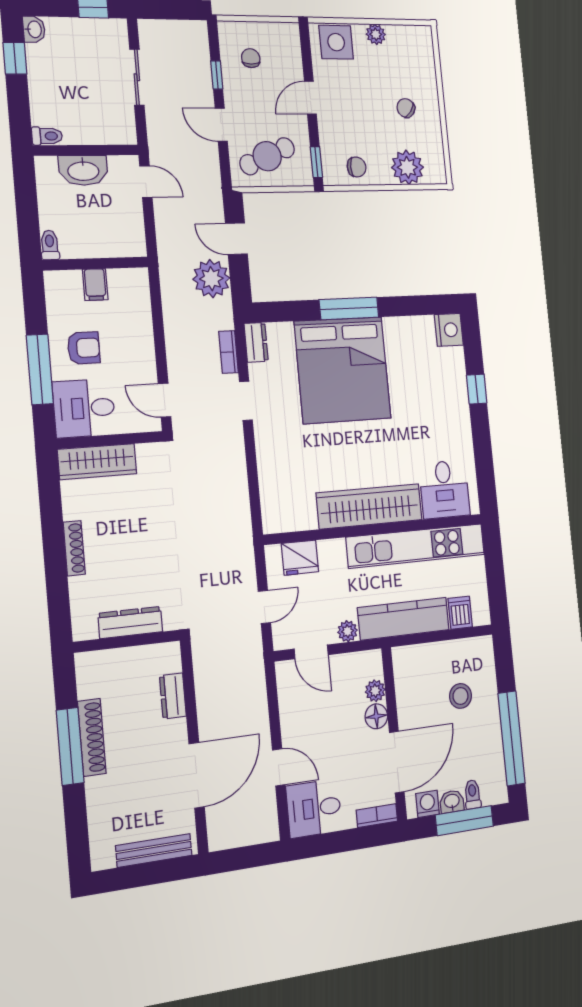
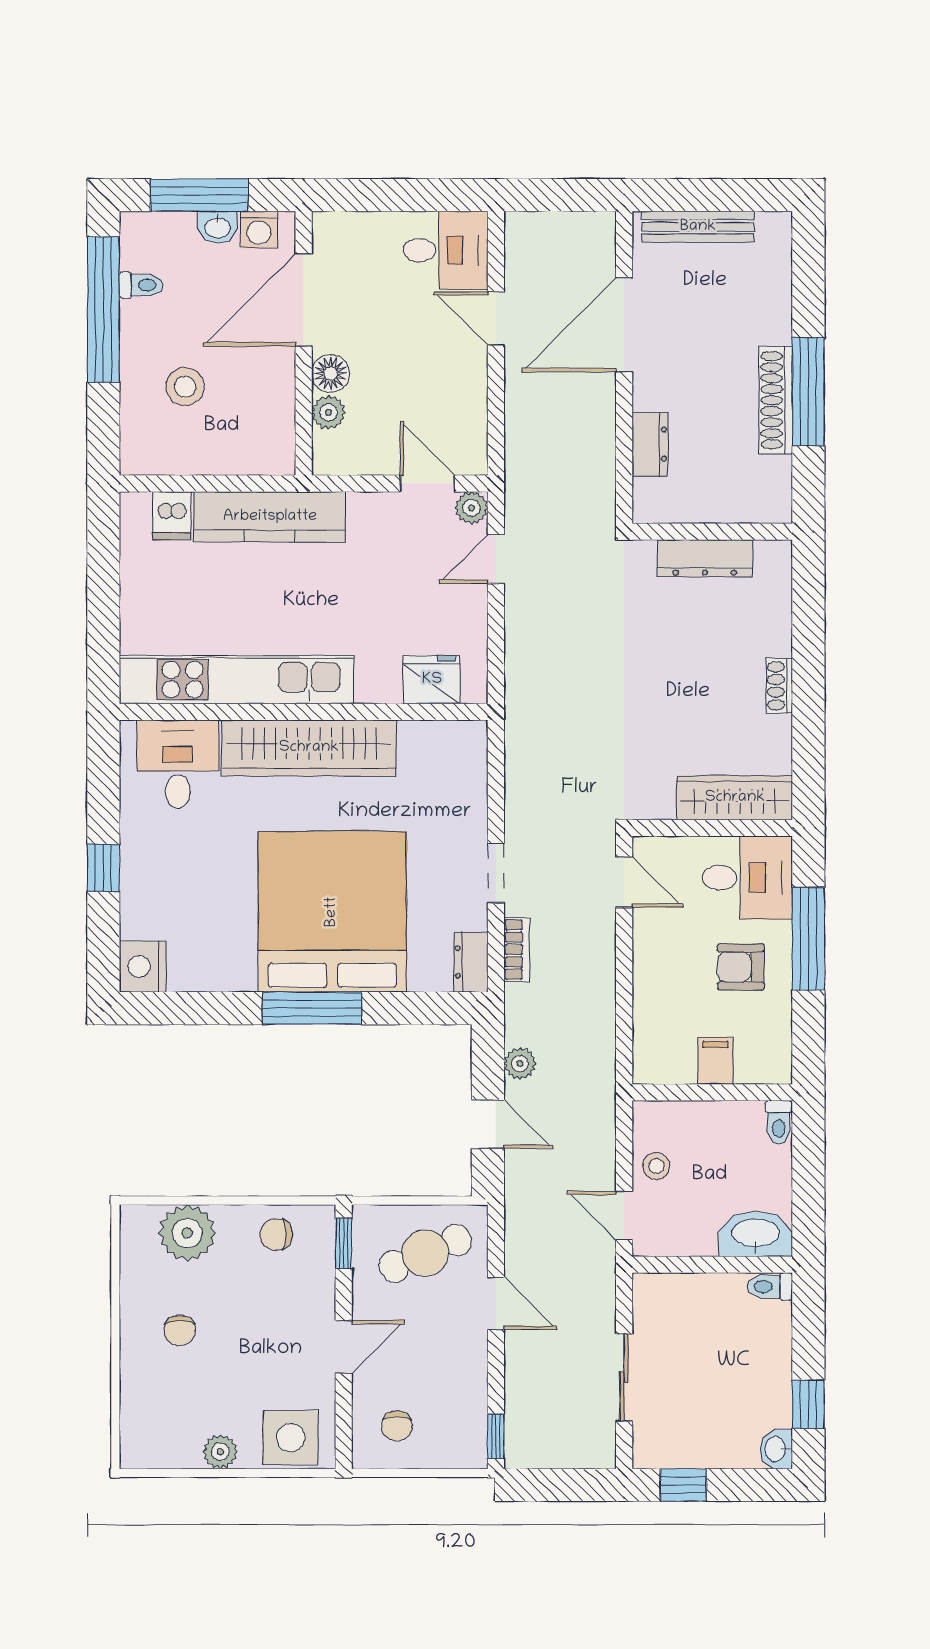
chair: (251, 58) -> (397, 1426), moved
window: (217, 75) -> (496, 1436), moved
chair: (406, 108) -> (180, 1330), turned 54
washbasin: (83, 170) -> (755, 1234), moved
stool: (128, 214) -> (656, 1166), added
plant: (211, 279) -> (520, 1064), width x0.53, depth x0.53
desk: (444, 489) -> (178, 764), moved
wardrobe: (369, 506) -> (309, 748), moved
wall: (375, 529) -> (304, 712), moved
kitchen unit: (416, 546) -> (237, 680), moved
shoe rack: (74, 548) -> (779, 686), width x0.70
fridge: (300, 558) -> (432, 680), moved
plant: (347, 631) -> (471, 508), moved
toilet: (473, 794) -> (141, 285), moved, turned -90
bookcase: (377, 816) -> (345, 224), removed

